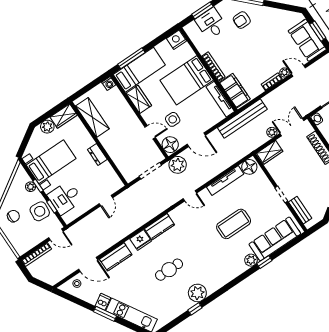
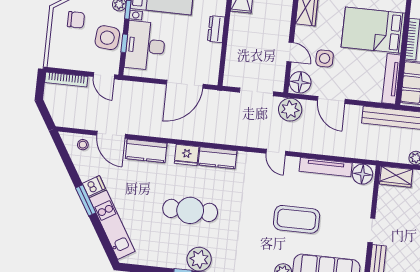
desk: (65, 198) -> (145, 46), width x1.37
door: (106, 201) -> (185, 84), width x1.88
cafe table: (169, 270) -> (190, 210), width x1.37, depth x1.35

